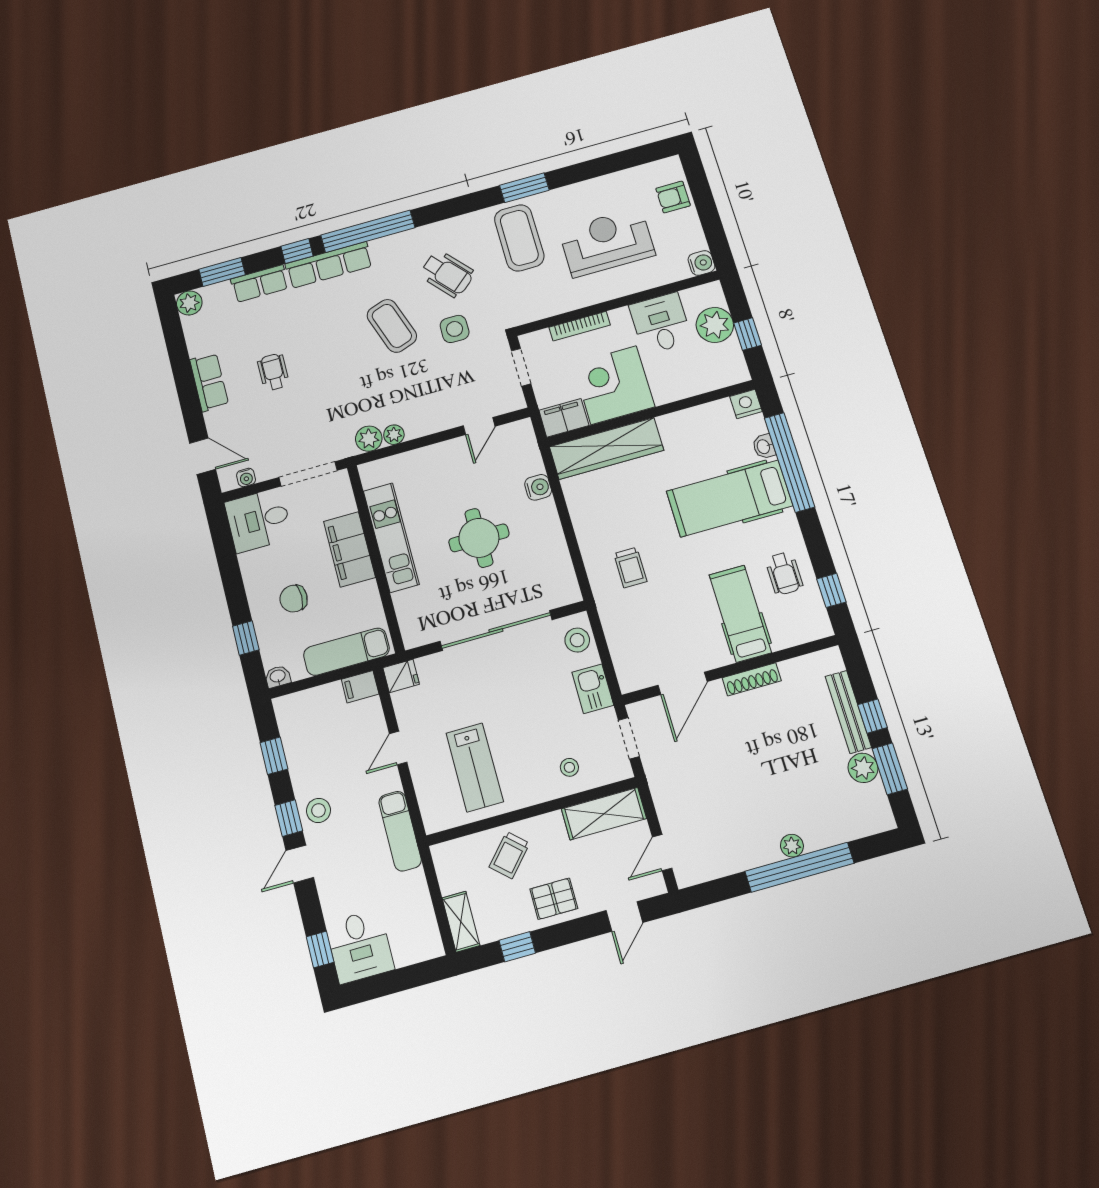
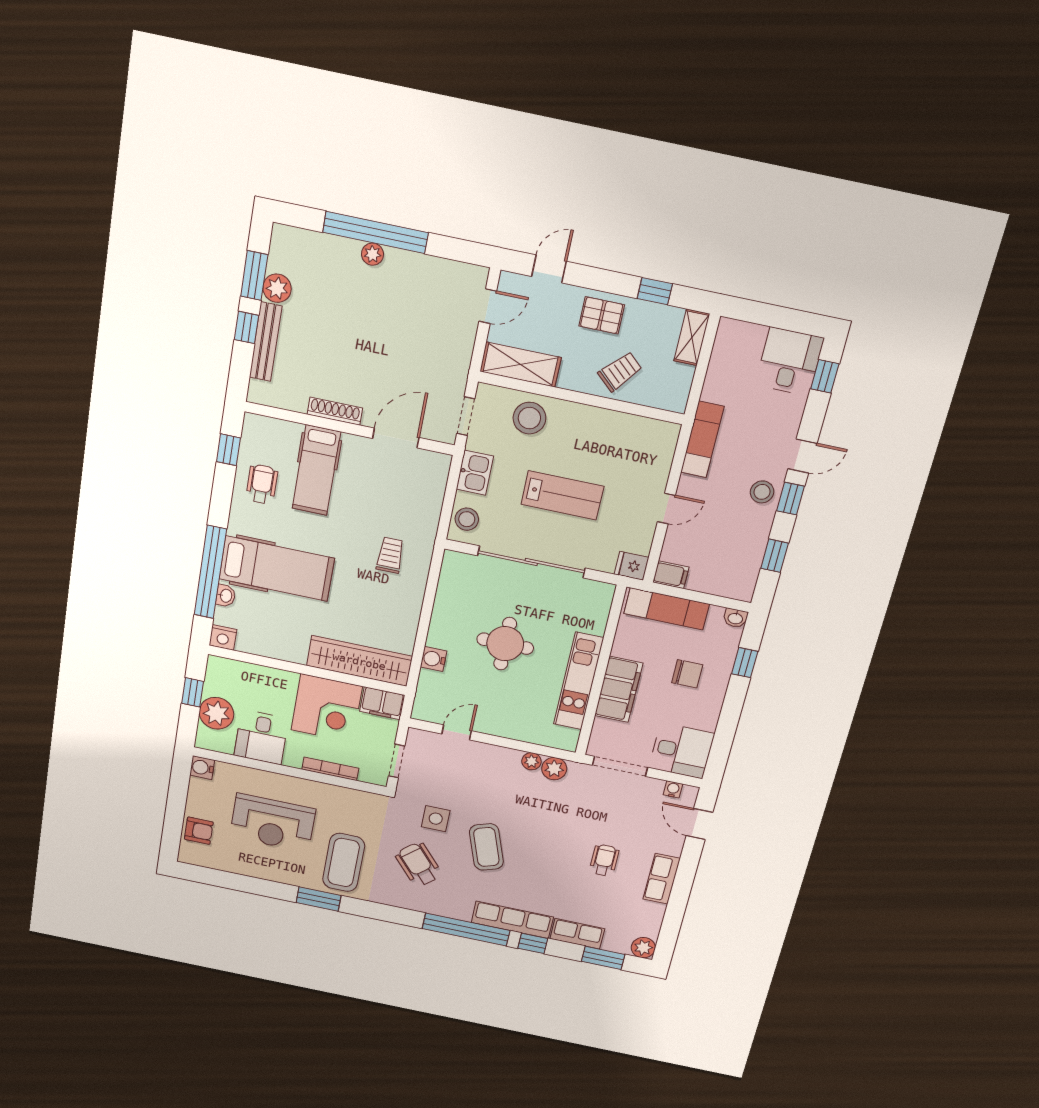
wheelchair: (273, 372) -> (604, 860), turned 180
lab bench: (475, 767) -> (562, 495), moved, turned 90
stool: (569, 767) -> (529, 418), width x1.89, depth x1.89

